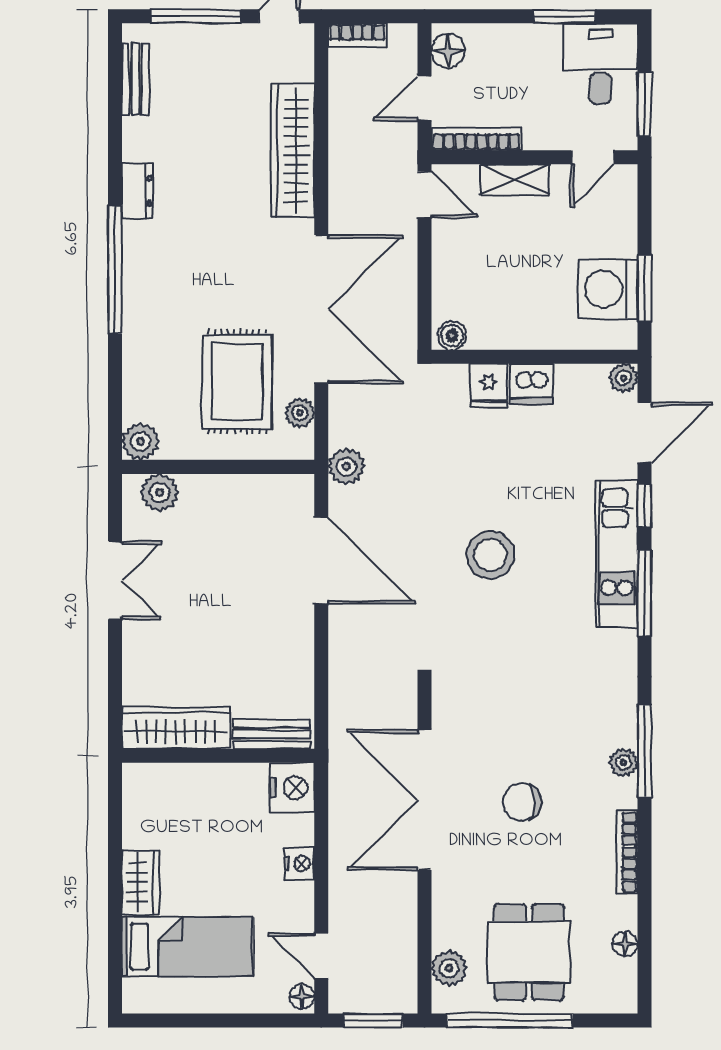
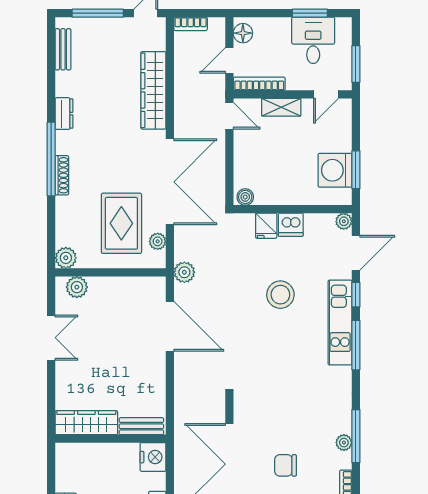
desk: (600, 63) -> (313, 40), moved
shoe rack: (133, 298) -> (62, 175), added
stool: (491, 555) -> (280, 295), moved

